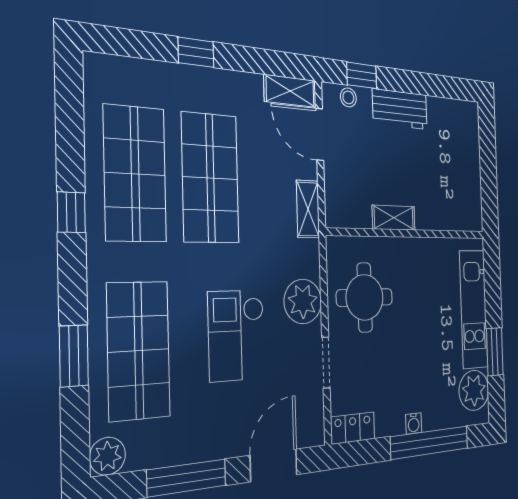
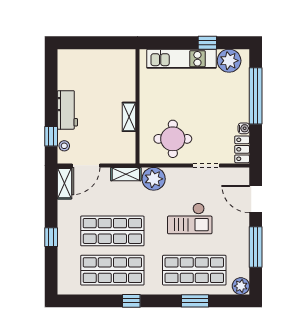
plant: (303, 301) -> (154, 179), moved
window: (495, 352) -> (207, 43), width x0.67
water cooler: (414, 423) -> (244, 128), moved

